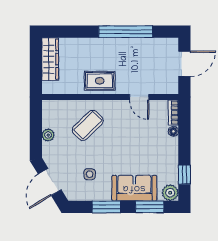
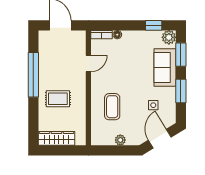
rug: (100, 81) -> (58, 99), moved, turned 90
coffee table: (88, 125) -> (112, 107), turned 44
door: (50, 182) -> (160, 139), swing flipped

